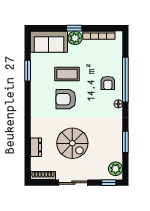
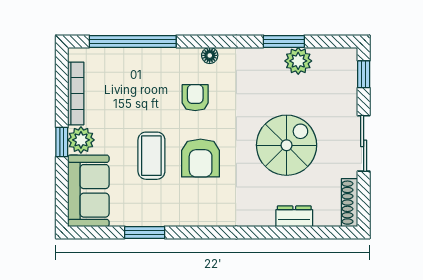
window: (125, 80) -> (133, 41), moved
armchair: (108, 83) -> (195, 98), moved, turned -90
plant: (116, 169) -> (298, 61), moved

